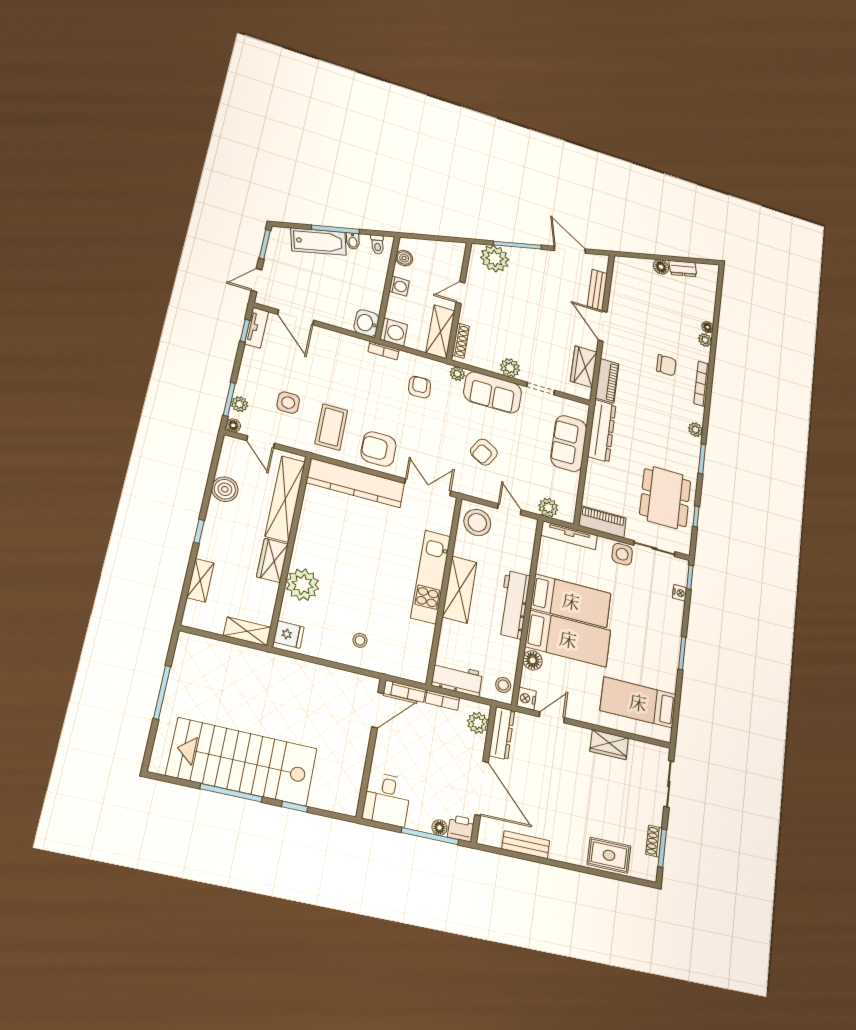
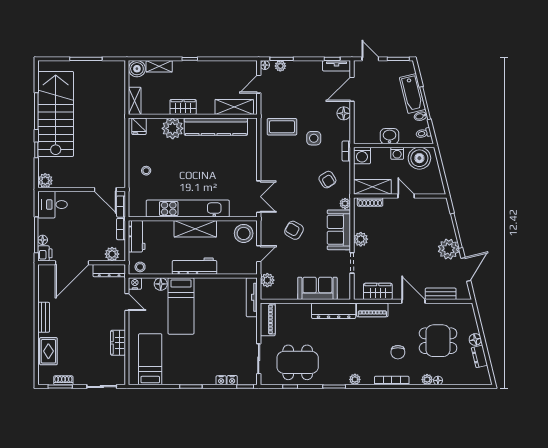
boiler: (404, 258) -> (419, 158), width x1.86, depth x1.86
plant: (495, 258) -> (448, 249), moved
dining table: (657, 312) -> (438, 341), added
washbasin: (366, 323) -> (390, 136), moved
door: (603, 326) -> (413, 301), hinge flipped
floor lamp: (329, 338) -> (344, 113), added
armchair: (420, 387) -> (327, 180), turned 61
side table: (288, 403) -> (314, 138), moved
armchair: (378, 449) -> (276, 160), removed
kitchen counter: (356, 483) -> (216, 127), moved, turned -90
boiler: (225, 489) -> (137, 69), moved
shelving: (285, 499) -> (234, 107), width x0.68
side table: (622, 554) -> (249, 336), removed
kitchen unit: (431, 577) -> (188, 209), width x1.36
bed: (571, 601) -> (207, 304), removed
nightstand: (678, 608) -> (221, 380), added
plant: (347, 803) -> (45, 181), added
bench: (526, 845) -> (44, 317), moved

